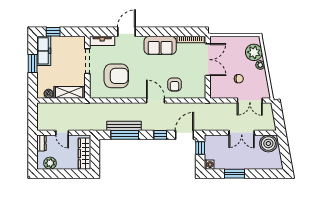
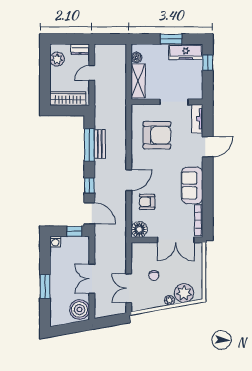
door: (126, 32) -> (208, 147), hinge flipped
armchair: (116, 76) -> (157, 135), turned -90
floor lamp: (199, 91) -> (139, 229), added
bench: (124, 126) -> (100, 144), width x0.73
window: (234, 174) -> (45, 286), moved

